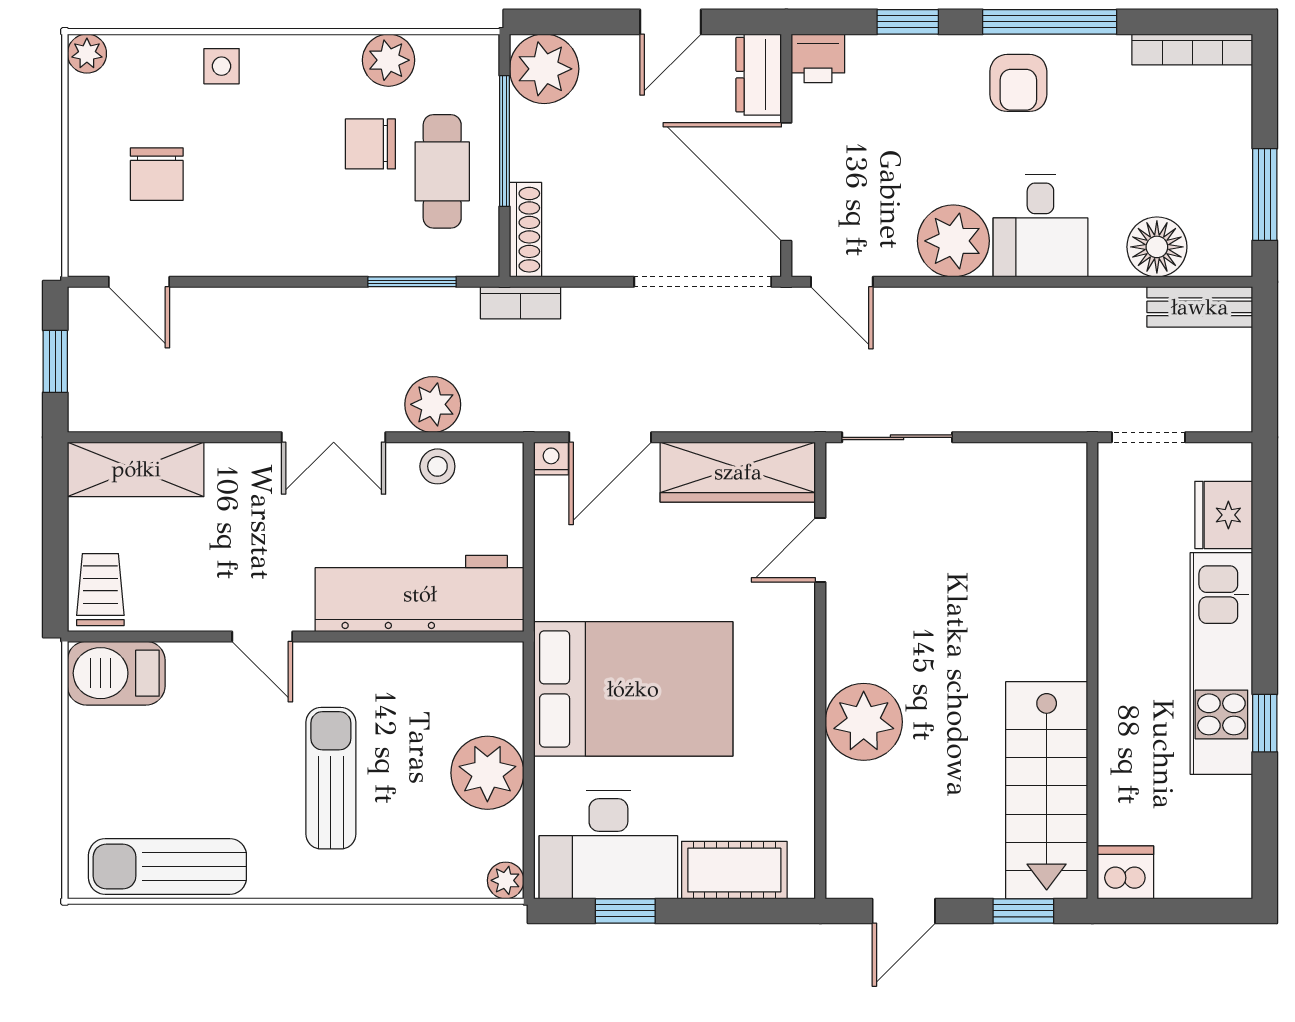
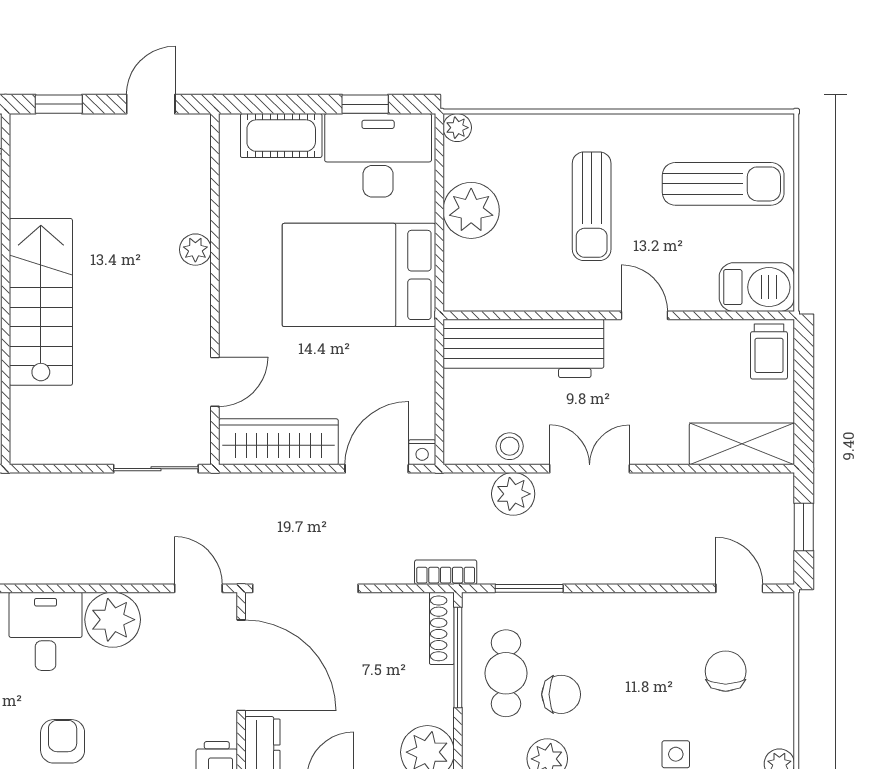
window: (505, 141) -> (458, 657), moved
plant: (864, 722) -> (195, 250), width x0.53, depth x0.53
stairs: (1047, 790) -> (41, 302), moved
sun lounger: (167, 866) -> (723, 184), moved

